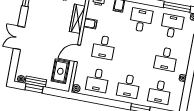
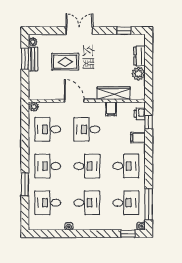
desk: (135, 53) -> (87, 166), added
desk: (166, 59) -> (87, 203), turned 180
rug: (60, 71) -> (65, 62), moved

